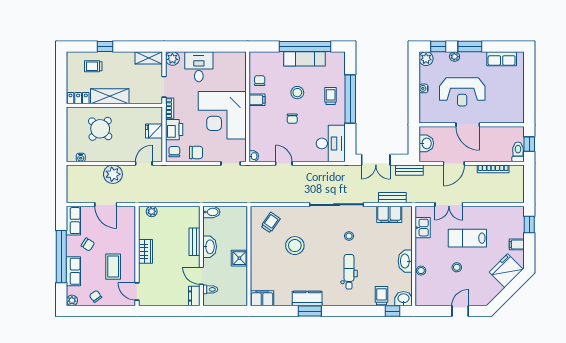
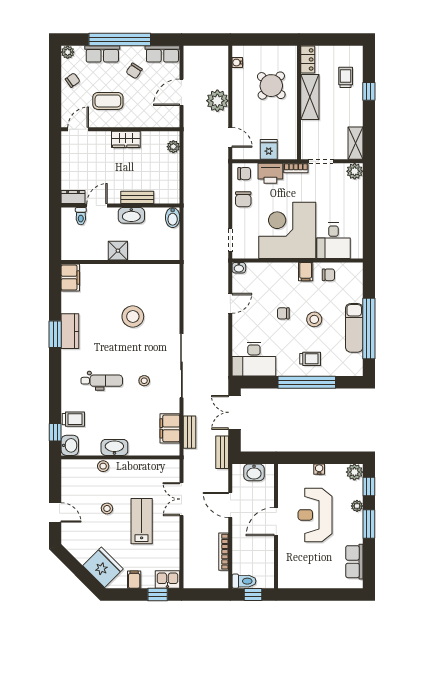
desk: (199, 67) -> (333, 241), moved, turned 90
trolley: (271, 222) -> (160, 288), removed
kitchen sink: (423, 228) -> (167, 579), moved, turned 180

